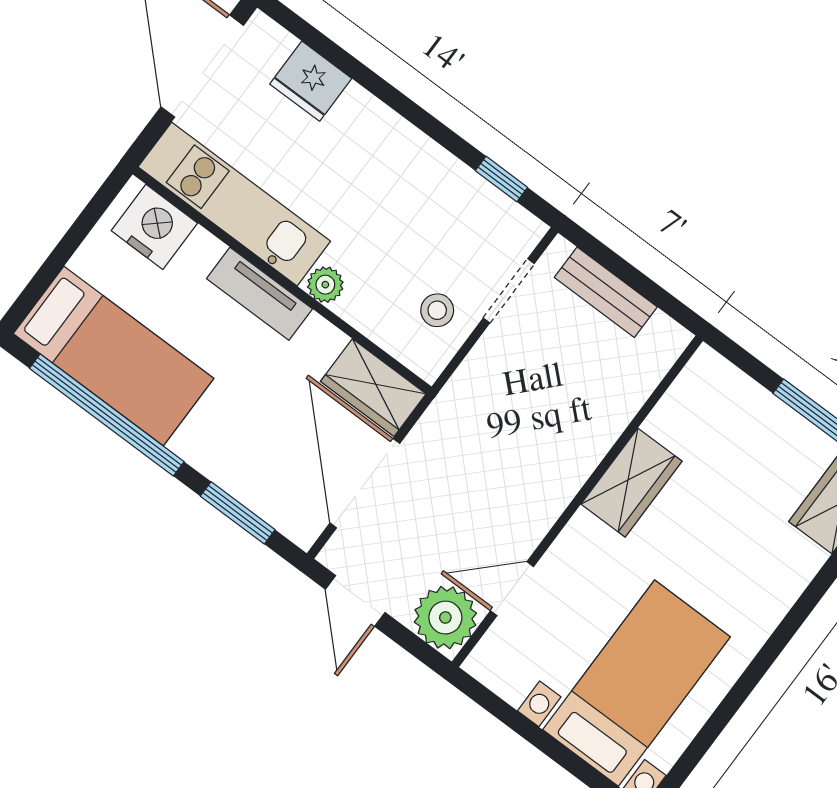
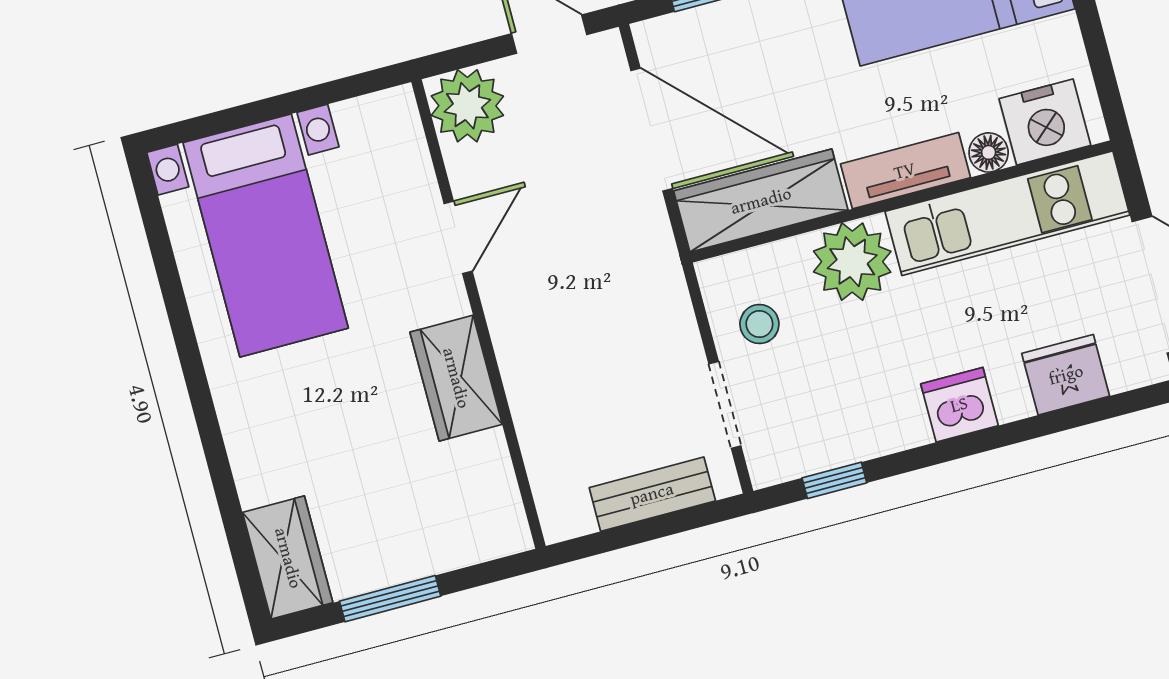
dishwasher: (386, 136) -> (959, 405), added
floor lamp: (204, 248) -> (989, 152), added
plant: (325, 285) -> (852, 262), width x1.88, depth x1.88
wardrobe: (373, 388) -> (761, 201), width x1.50
door: (512, 589) -> (458, 237), moved

